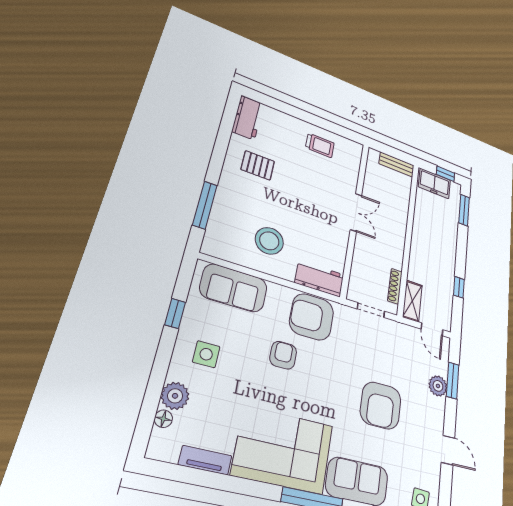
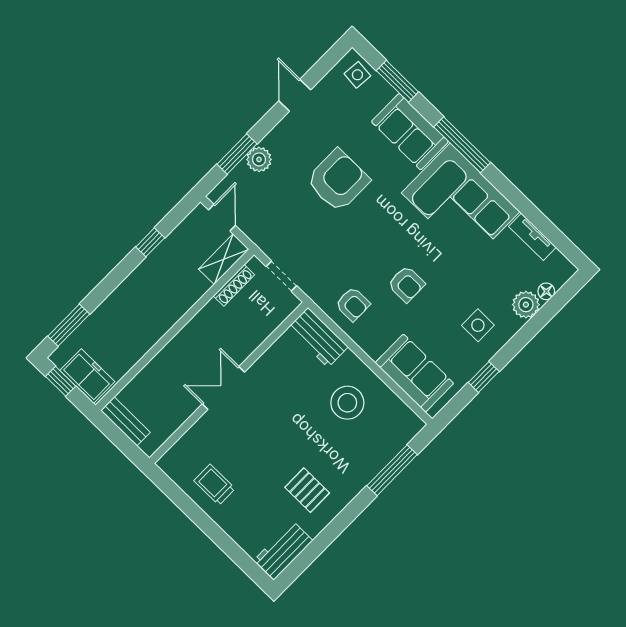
armchair: (312, 317) -> (353, 304), width x0.53, depth x0.53
armchair: (283, 355) -> (406, 284), turned -90

